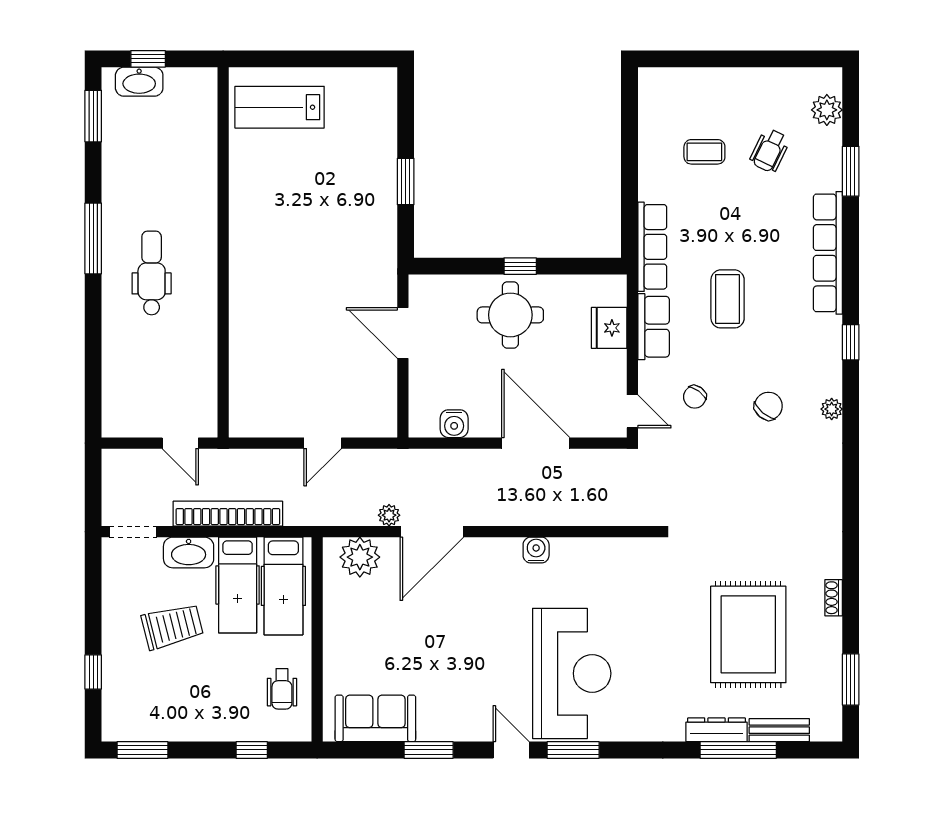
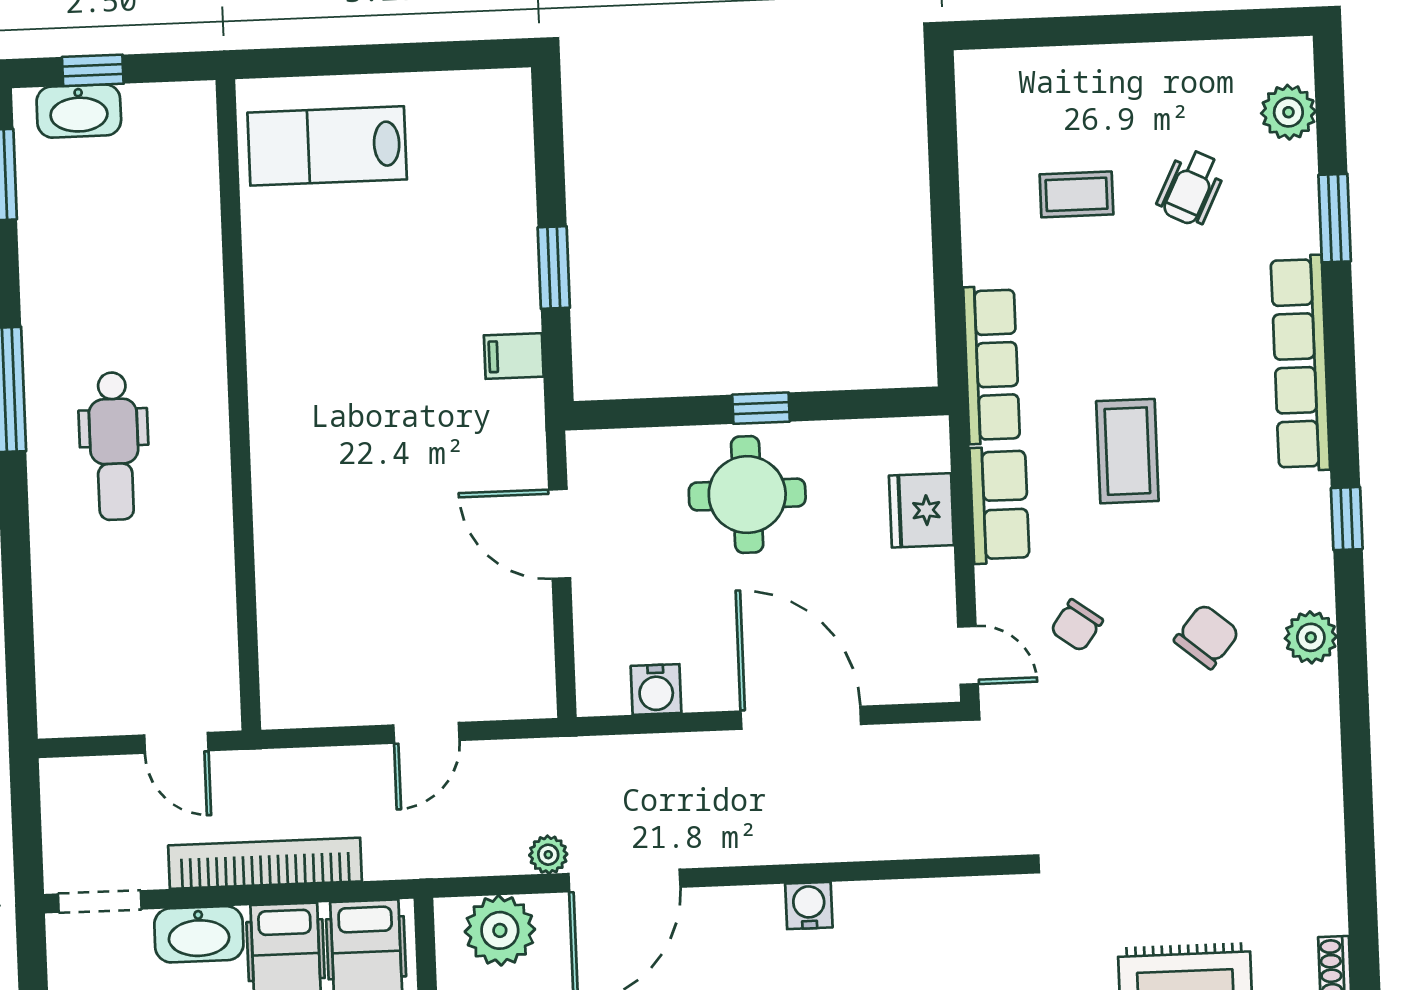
filing cabinet: (381, 231) -> (514, 356), added
dental chair: (152, 273) -> (114, 446), turned 180
plant: (832, 409) -> (1311, 637), width x1.38, depth x1.38

